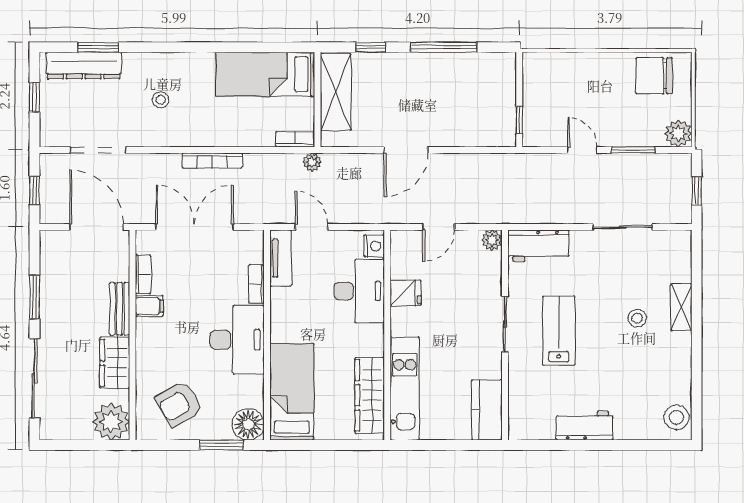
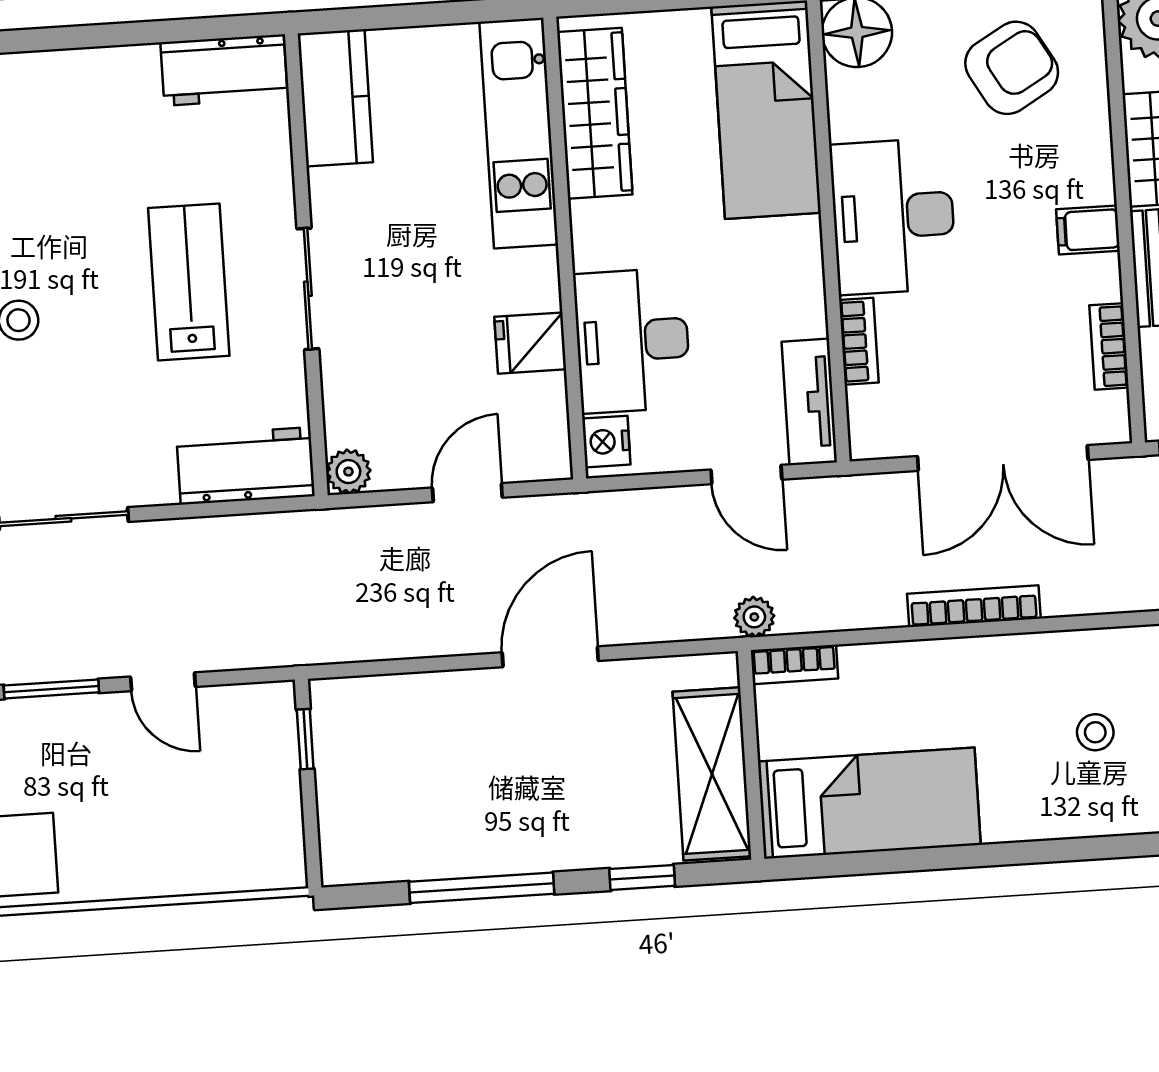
filing cabinet: (149, 306) -> (1088, 230), moved
lab bench: (559, 331) -> (189, 282), turned 180
workbench: (585, 426) -> (224, 70), moved

